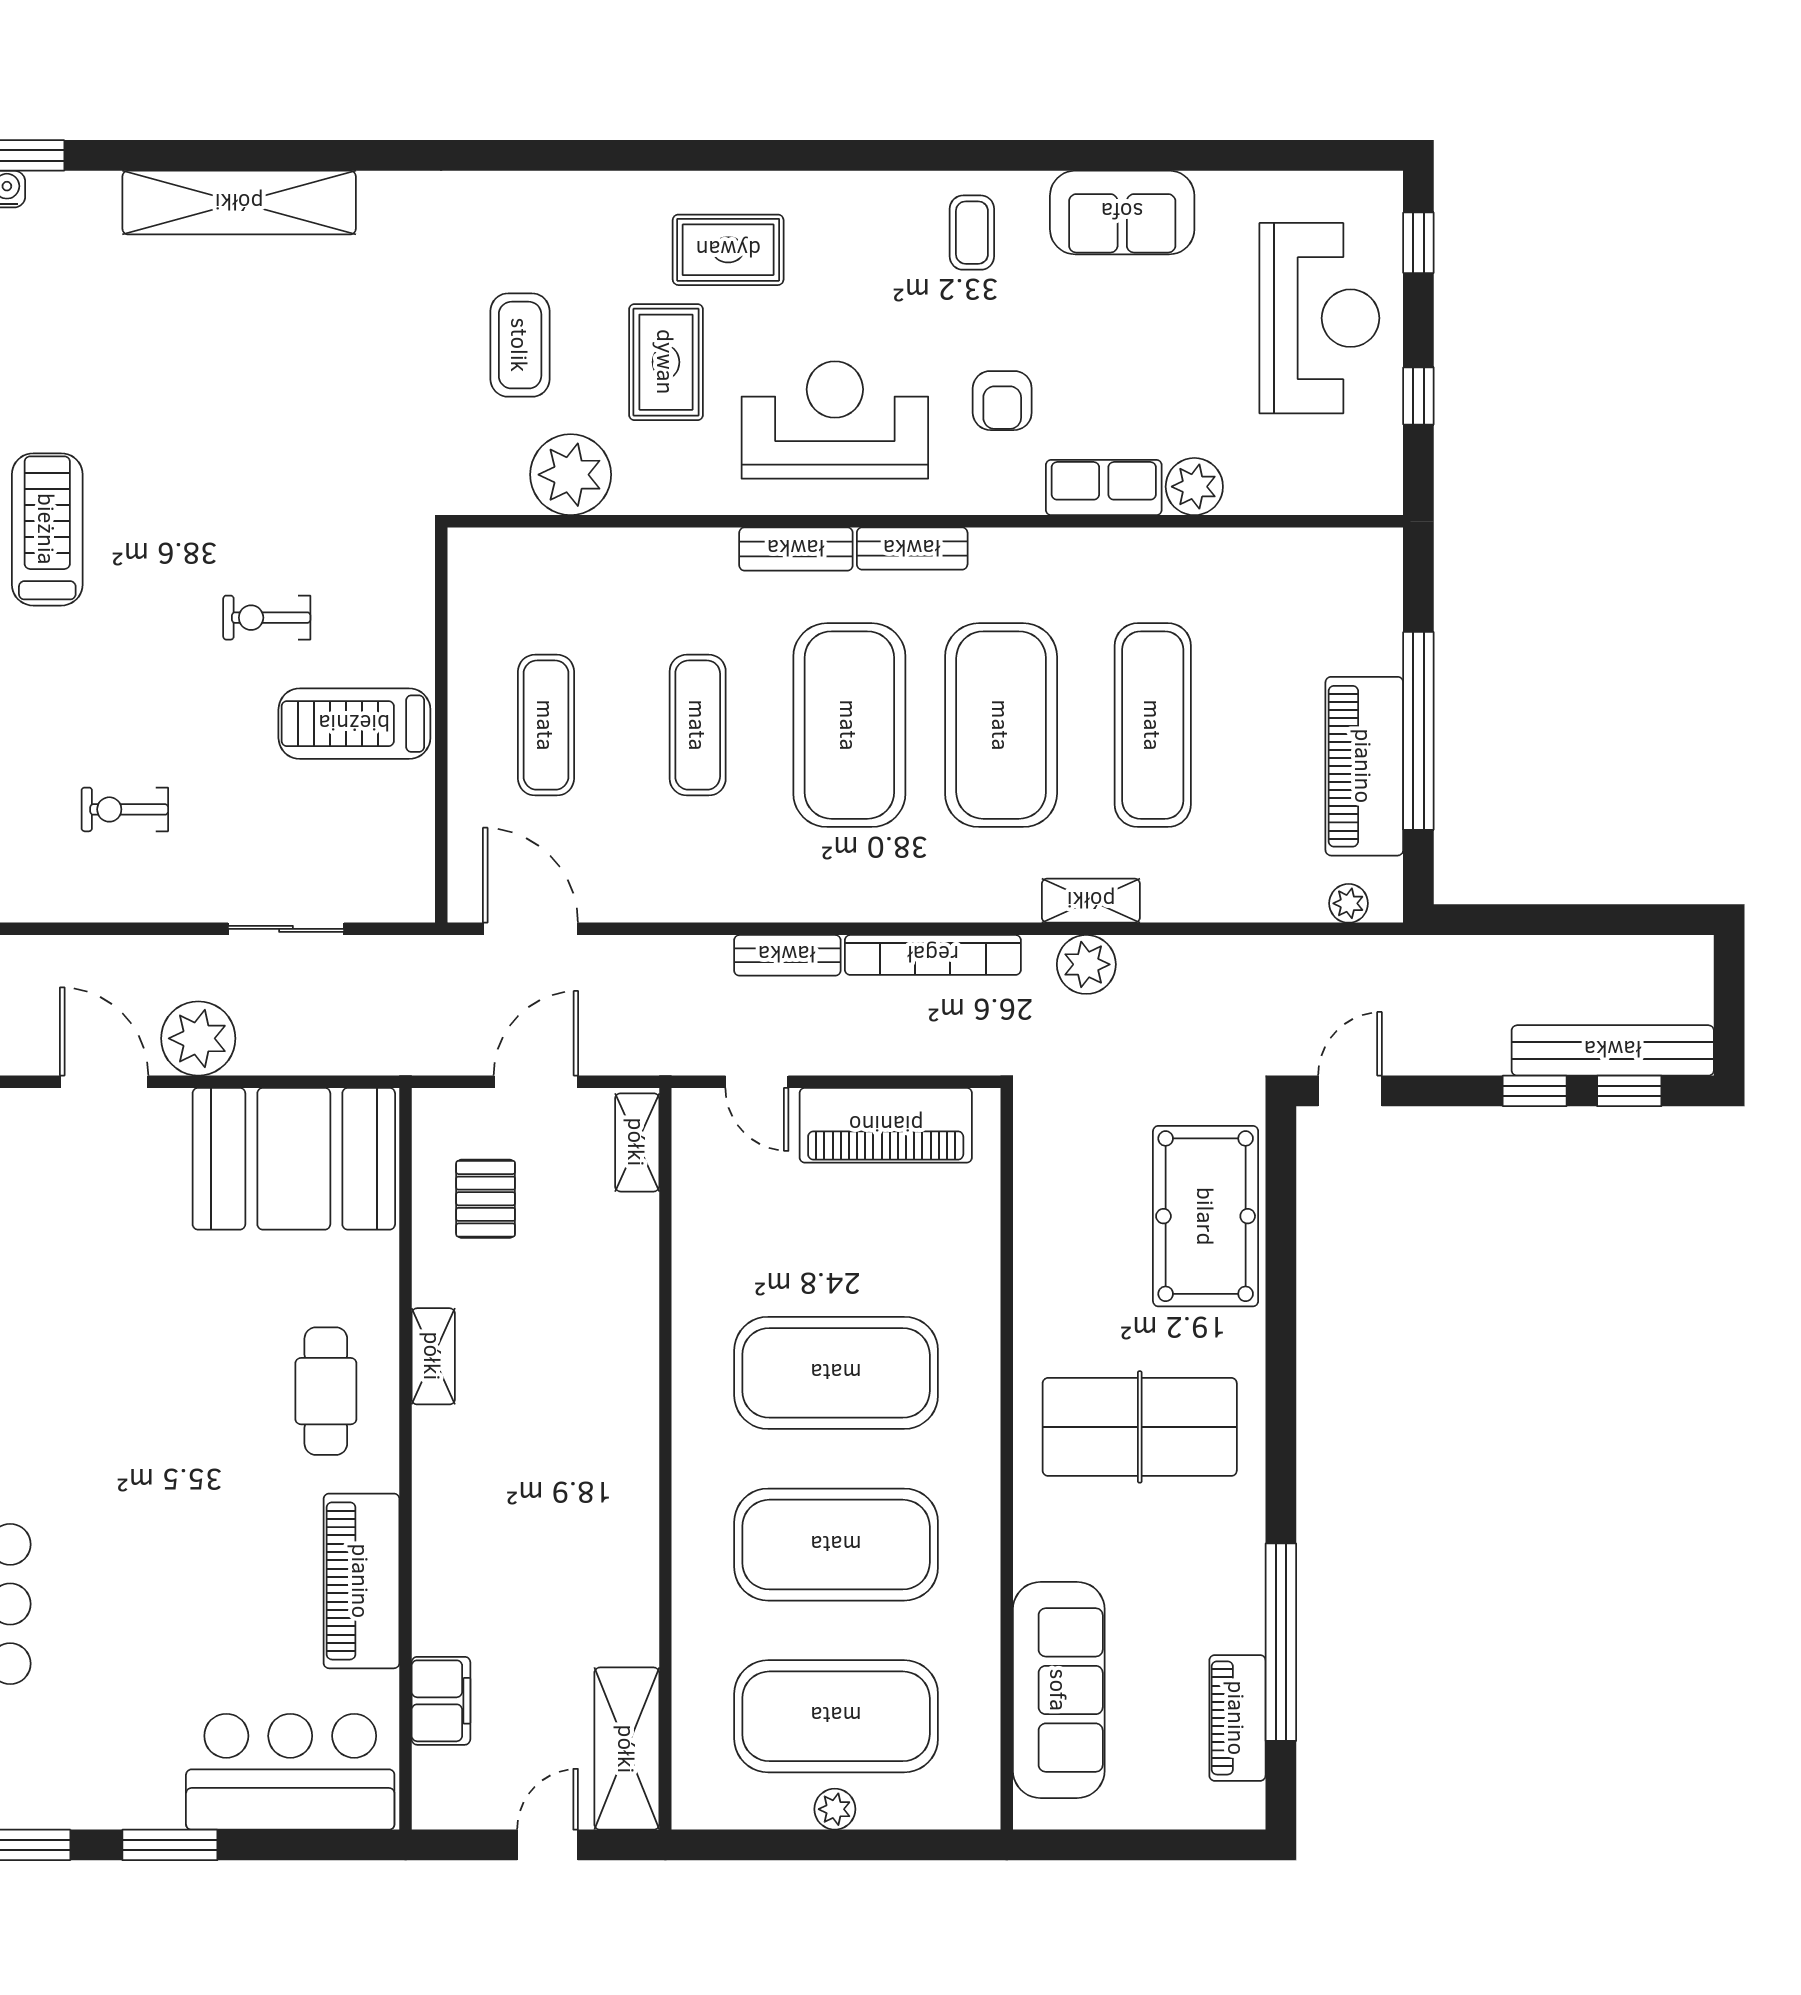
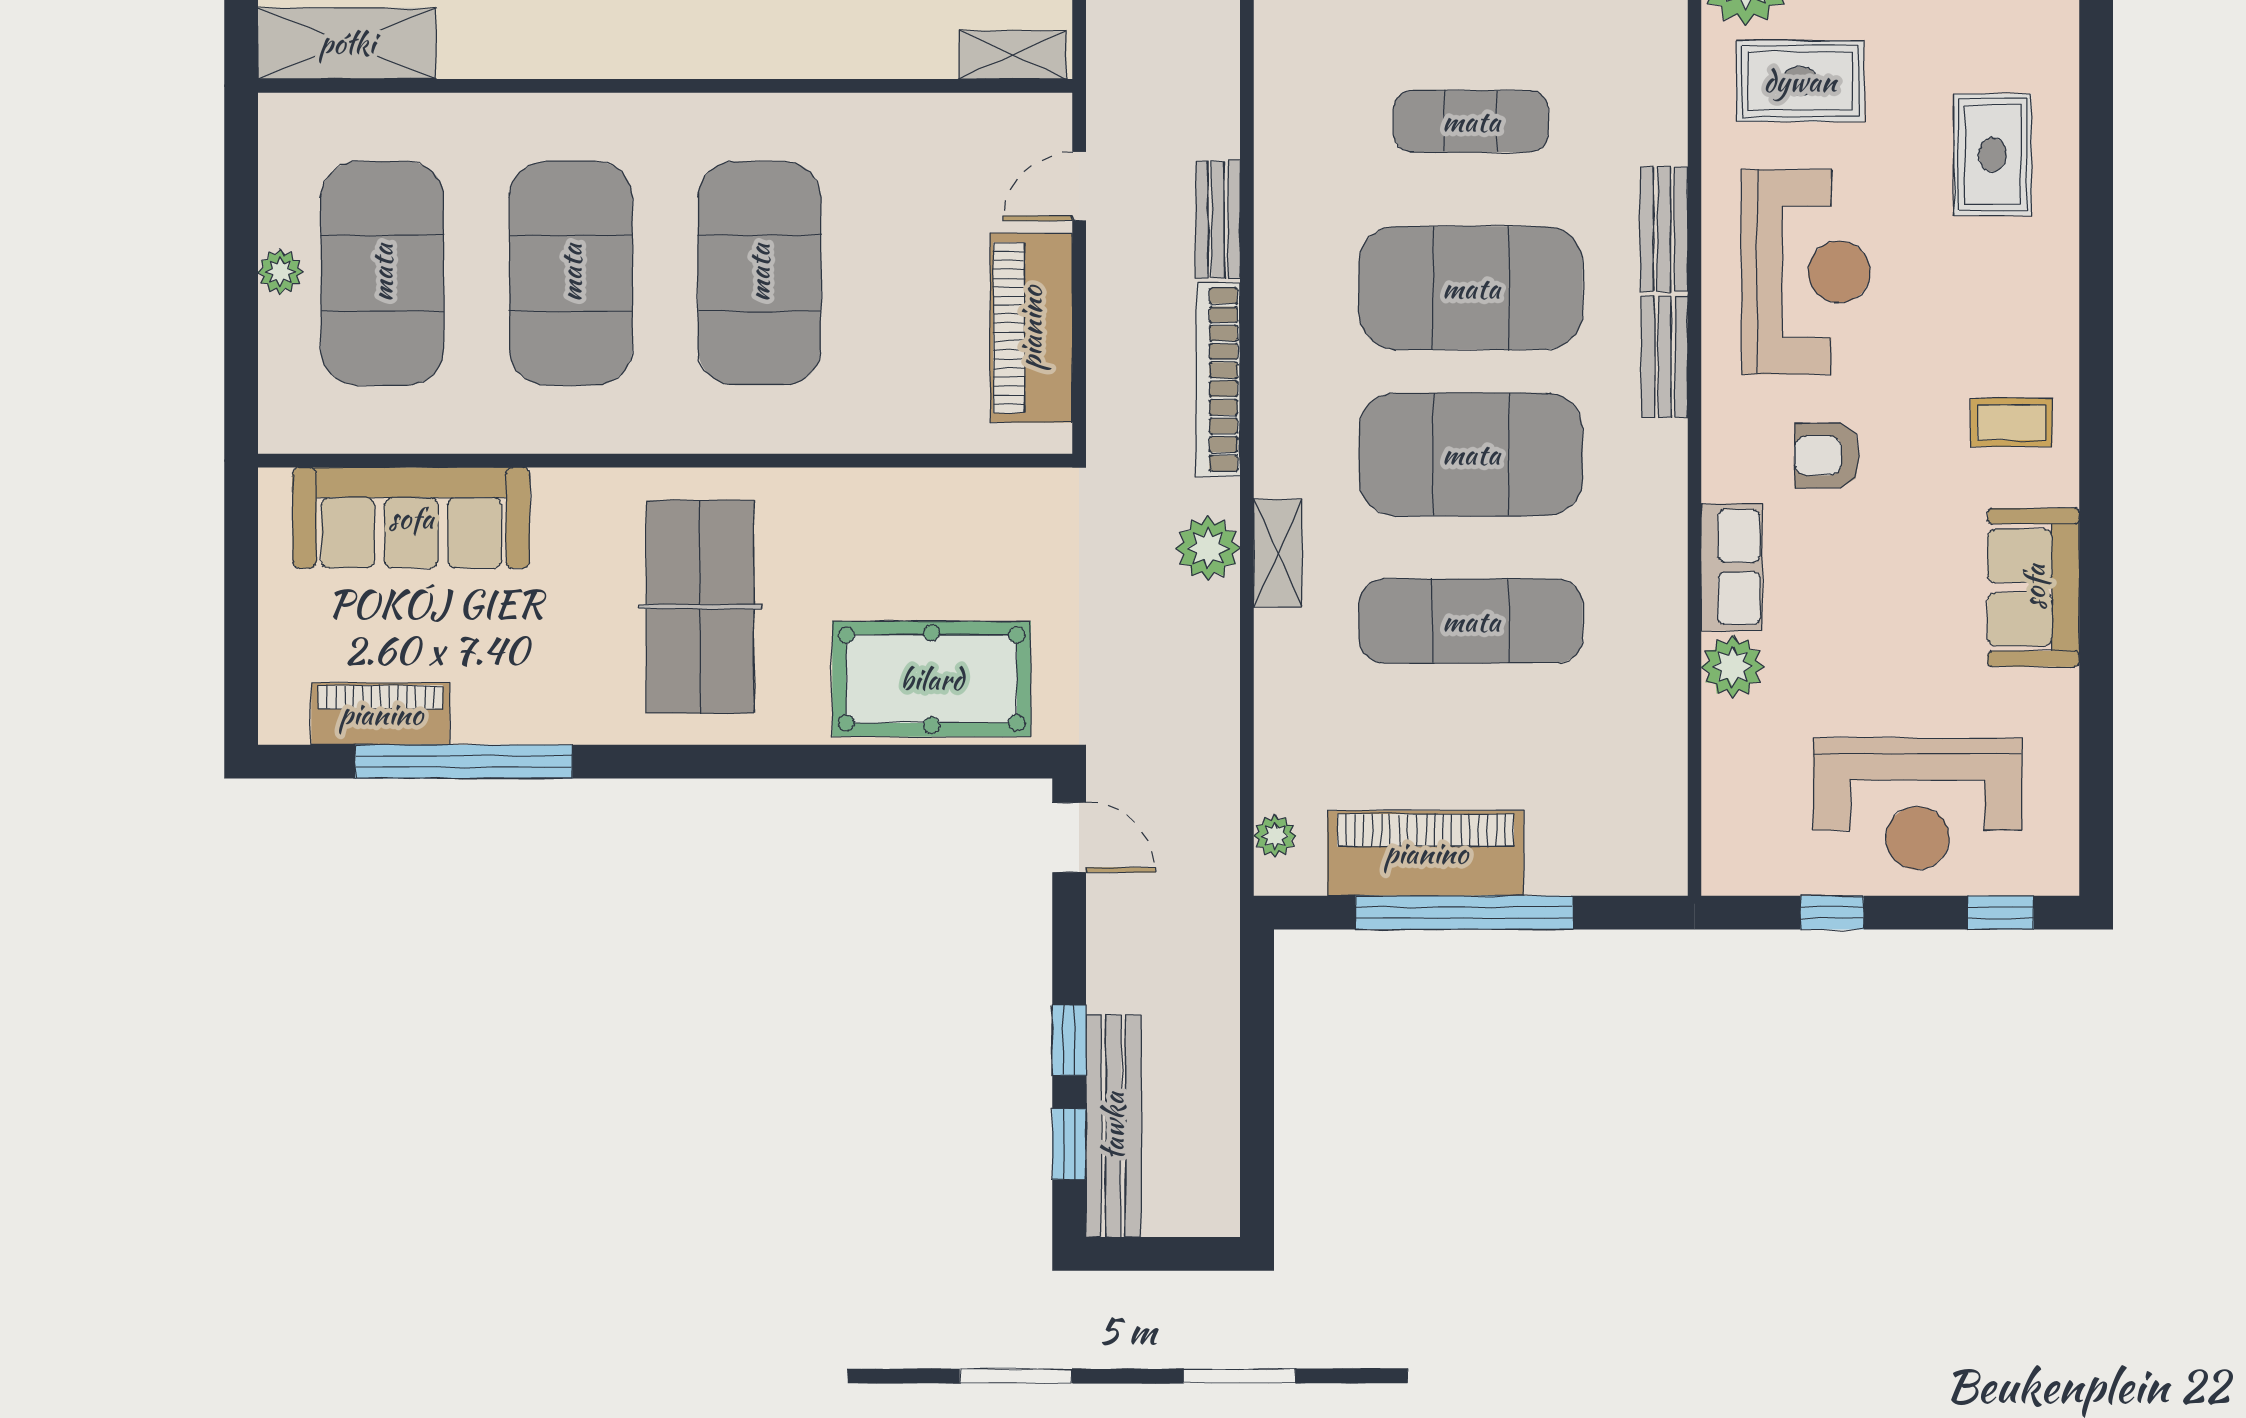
rug: (666, 362) -> (1800, 81), moved

